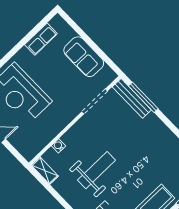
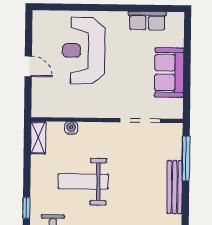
bench: (132, 98) -> (175, 187), moved
weight bench: (96, 170) -> (83, 181), turned 180

